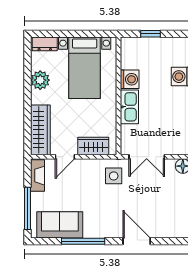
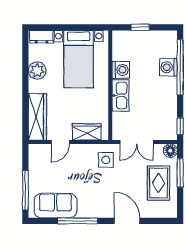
fireplace: (37, 176) -> (35, 160), removed
rug: (170, 201) -> (158, 183), added

